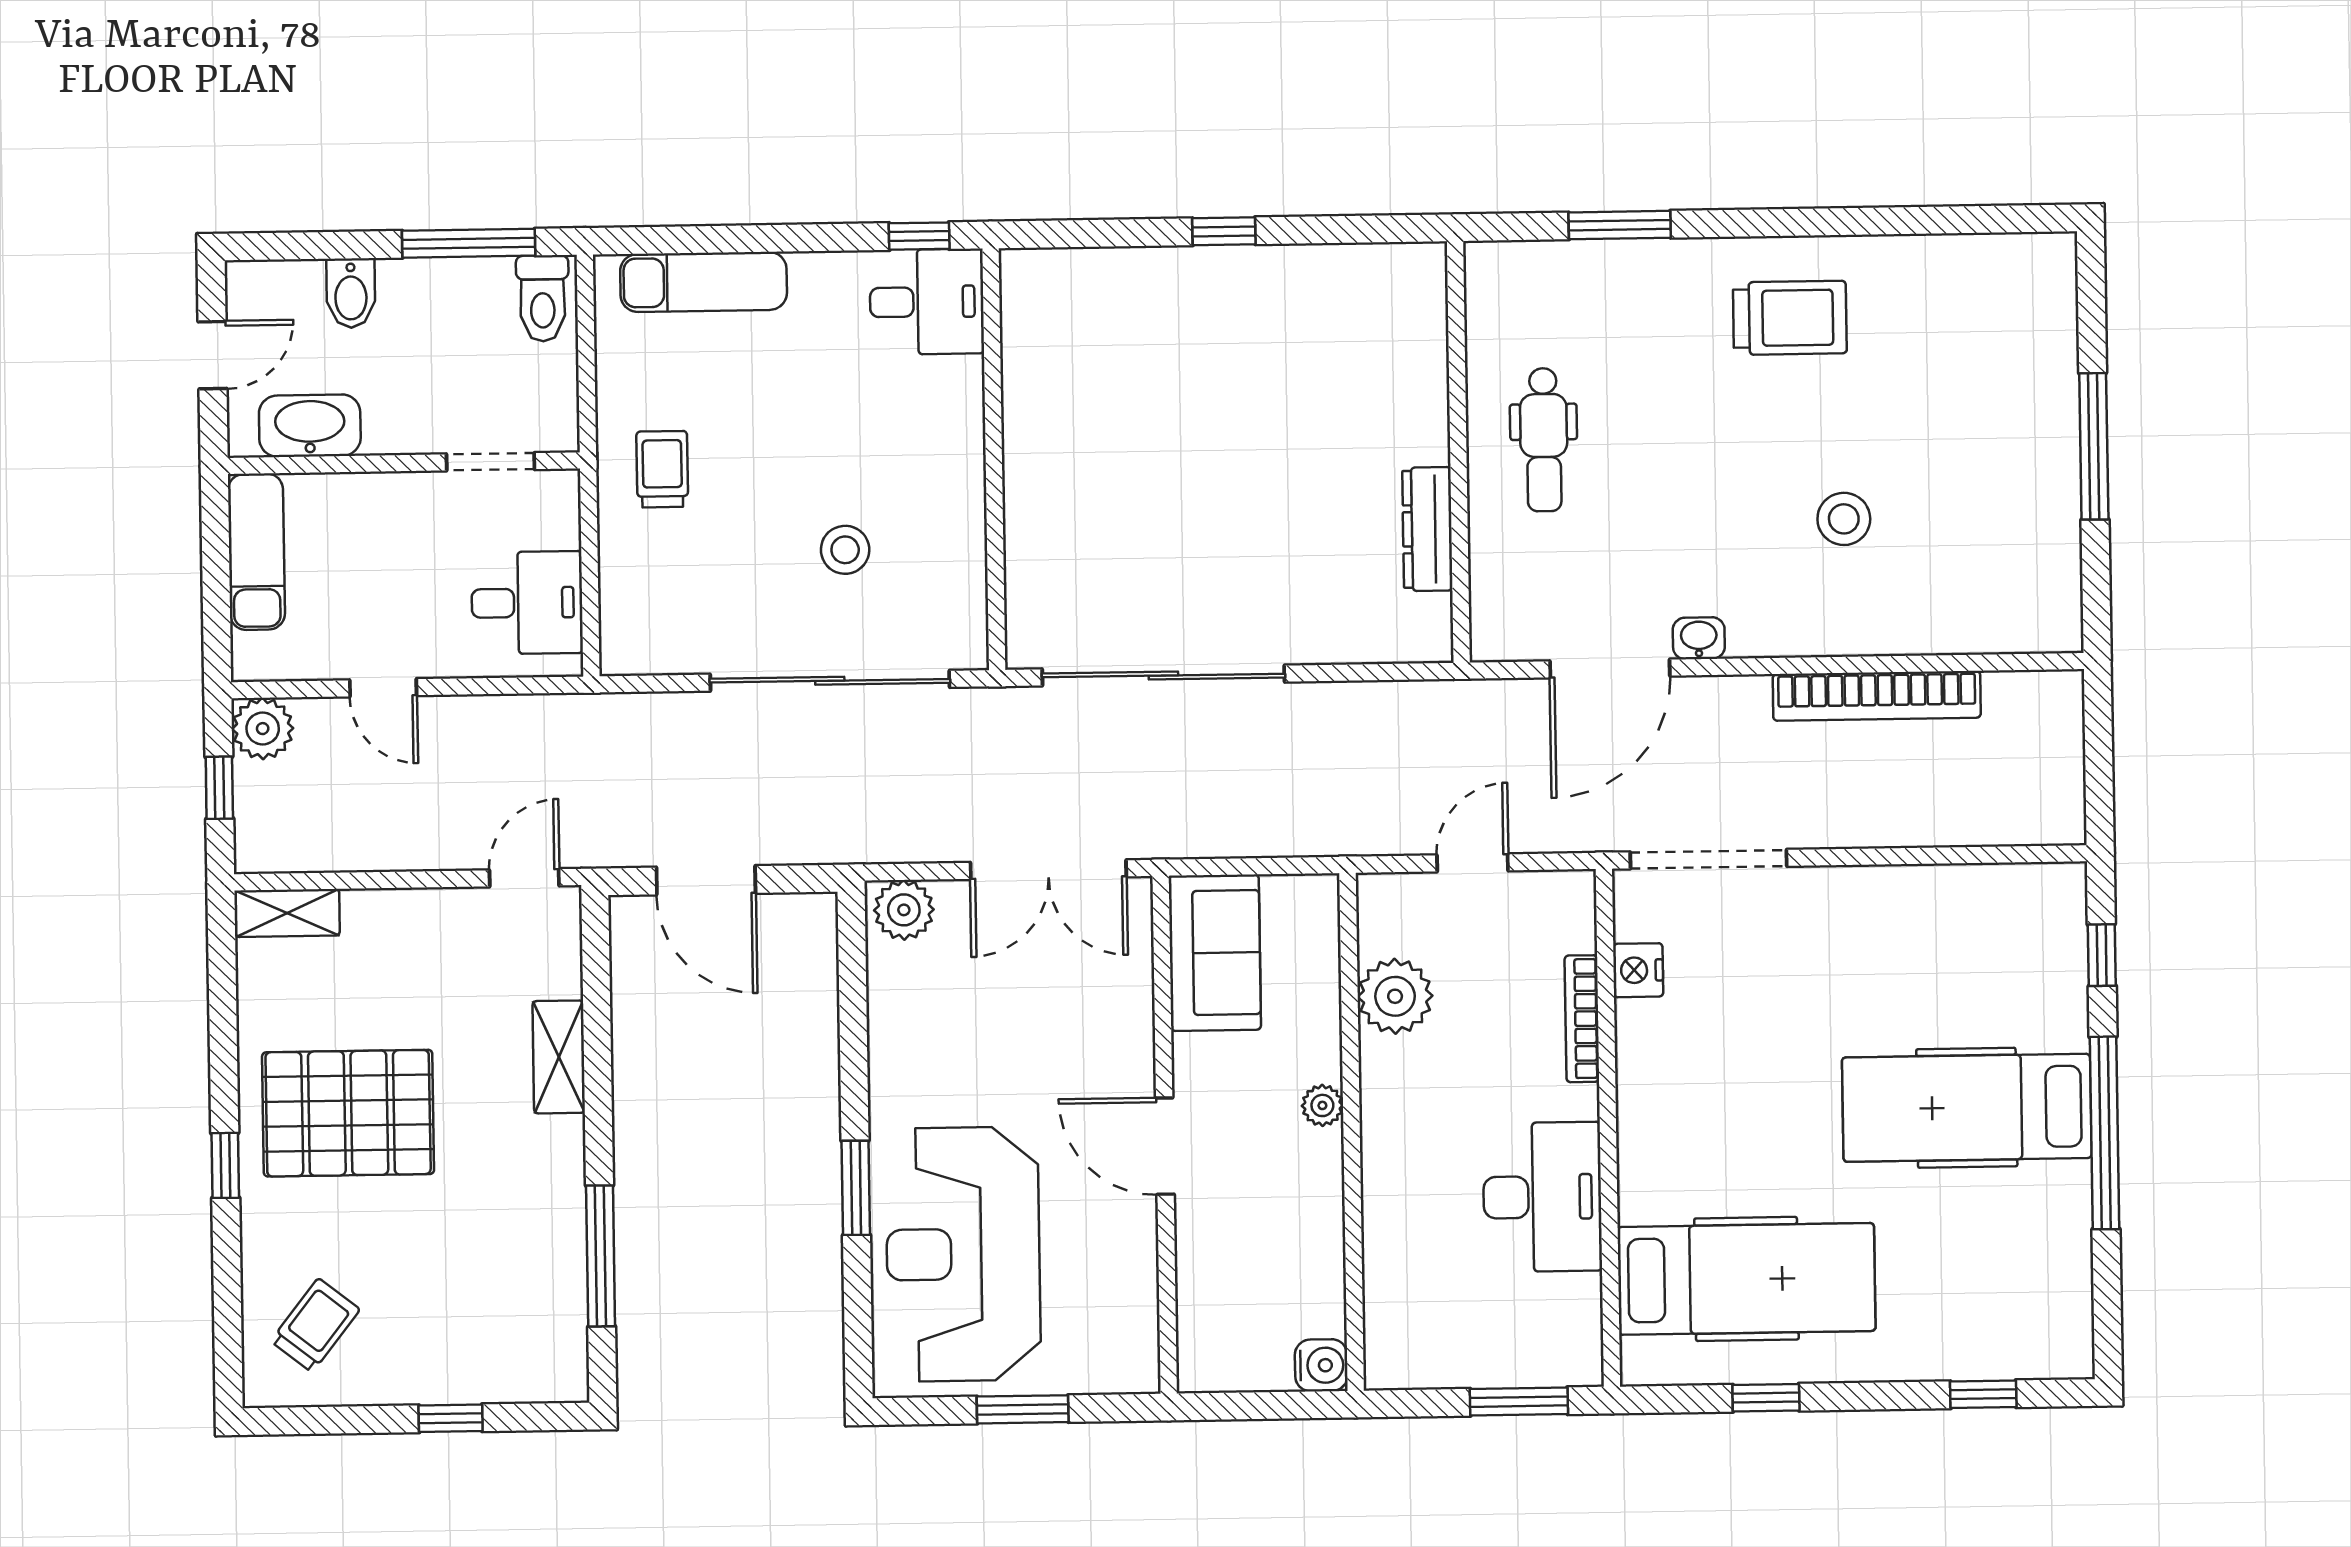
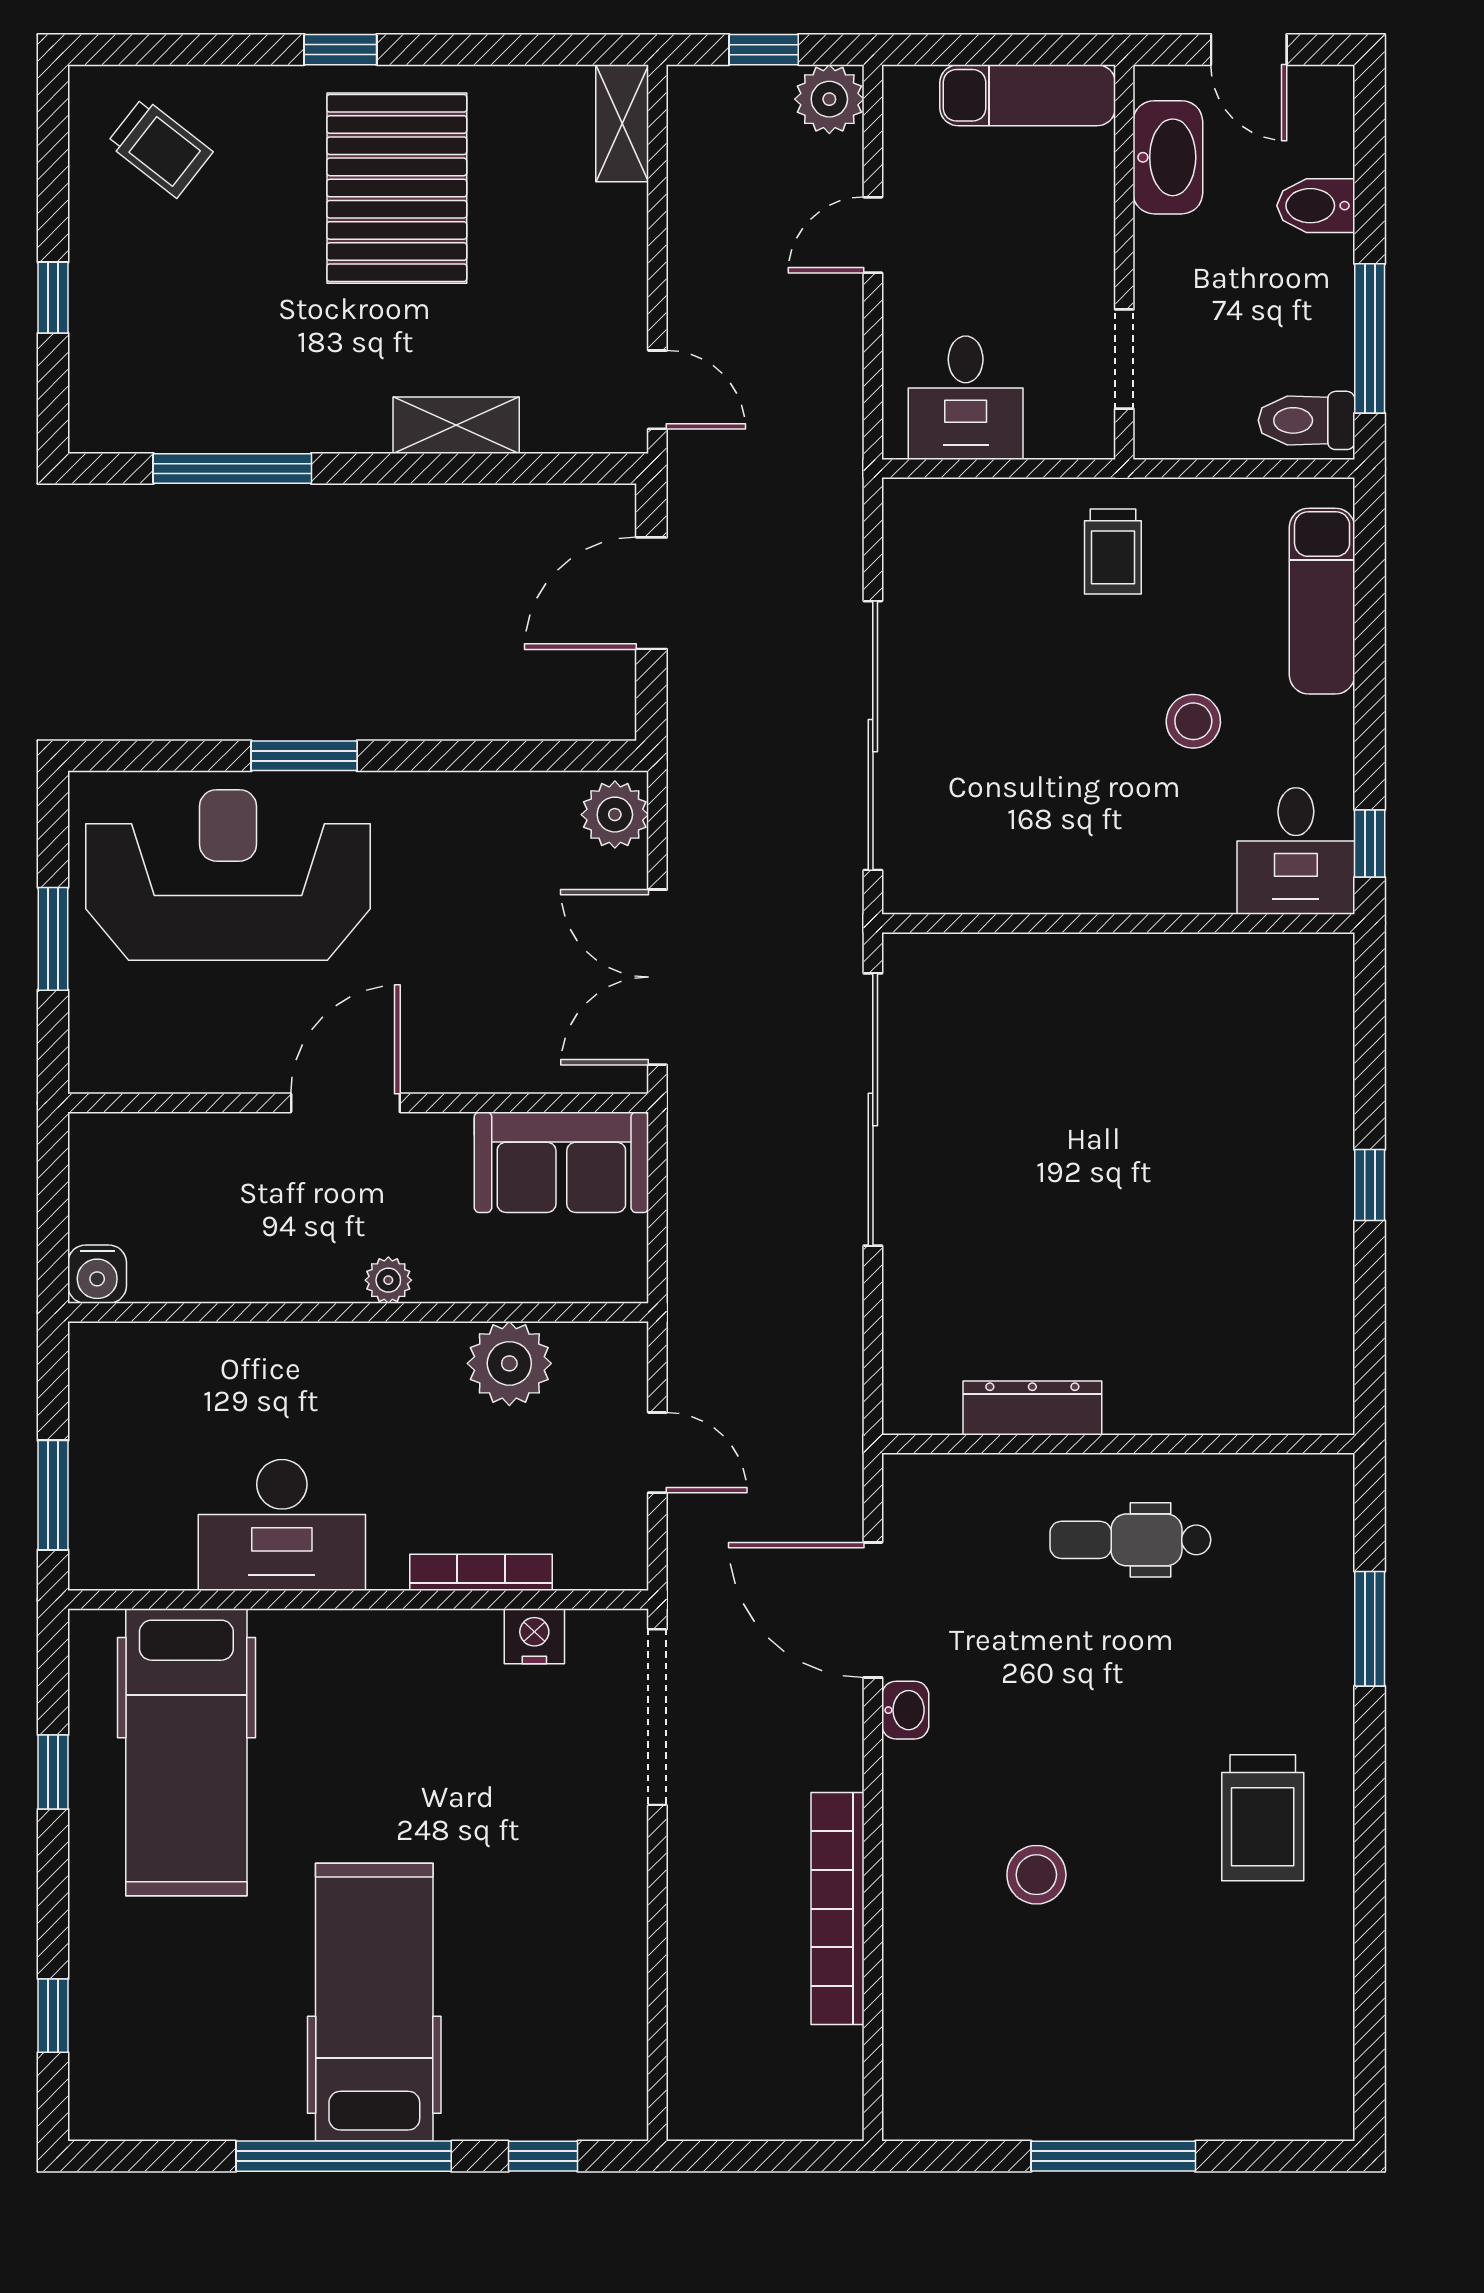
trolley: (662, 469) -> (1113, 551), turned 90
stool: (845, 550) -> (1193, 721), moved

